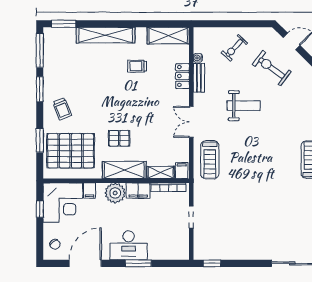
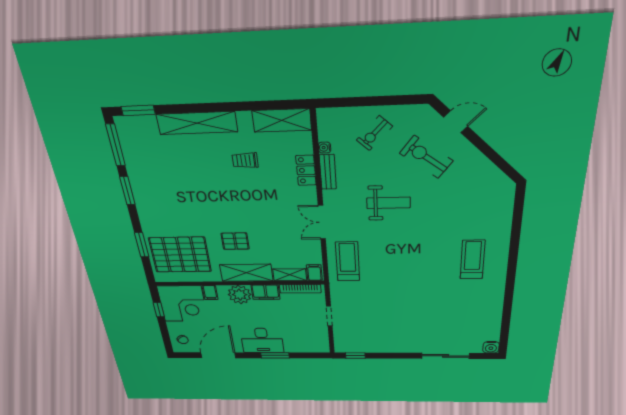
trolley: (62, 109) -> (160, 212), removed
treadmill: (210, 160) -> (348, 261), turned 180

